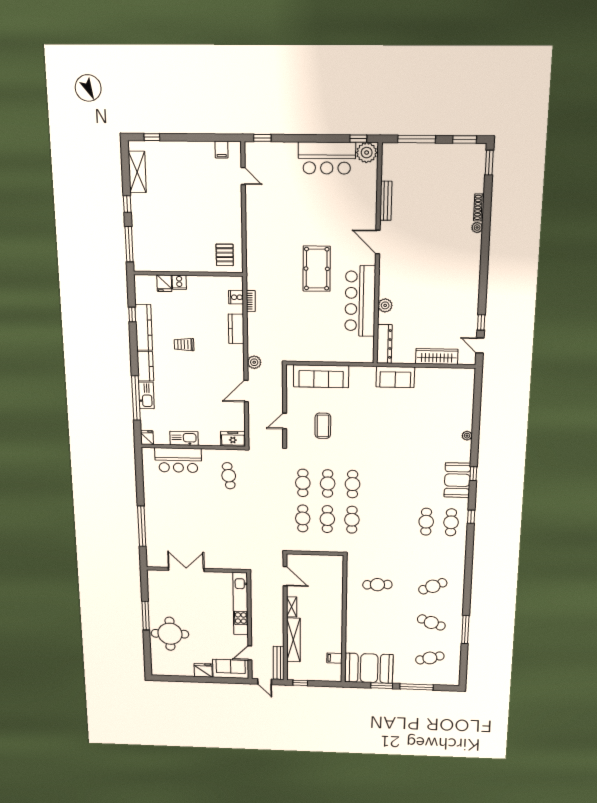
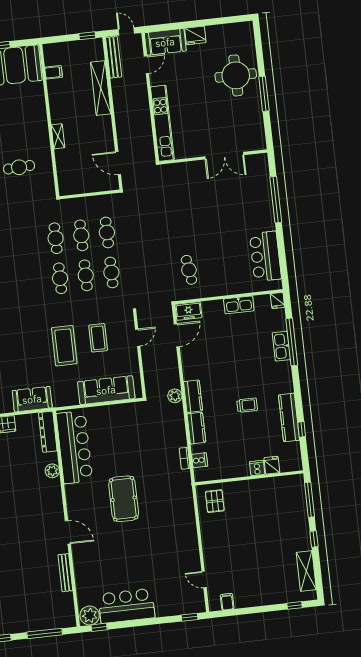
bar counter: (360, 301) -> (74, 447), moved
kitchen counter: (145, 366) -> (193, 396), moved, turned 180
door: (246, 391) -> (177, 335), moved
coffee table: (357, 423) -> (64, 346), added
bar counter: (178, 460) -> (265, 256), moved, turned -90
shelving: (292, 607) -> (58, 136), moved

